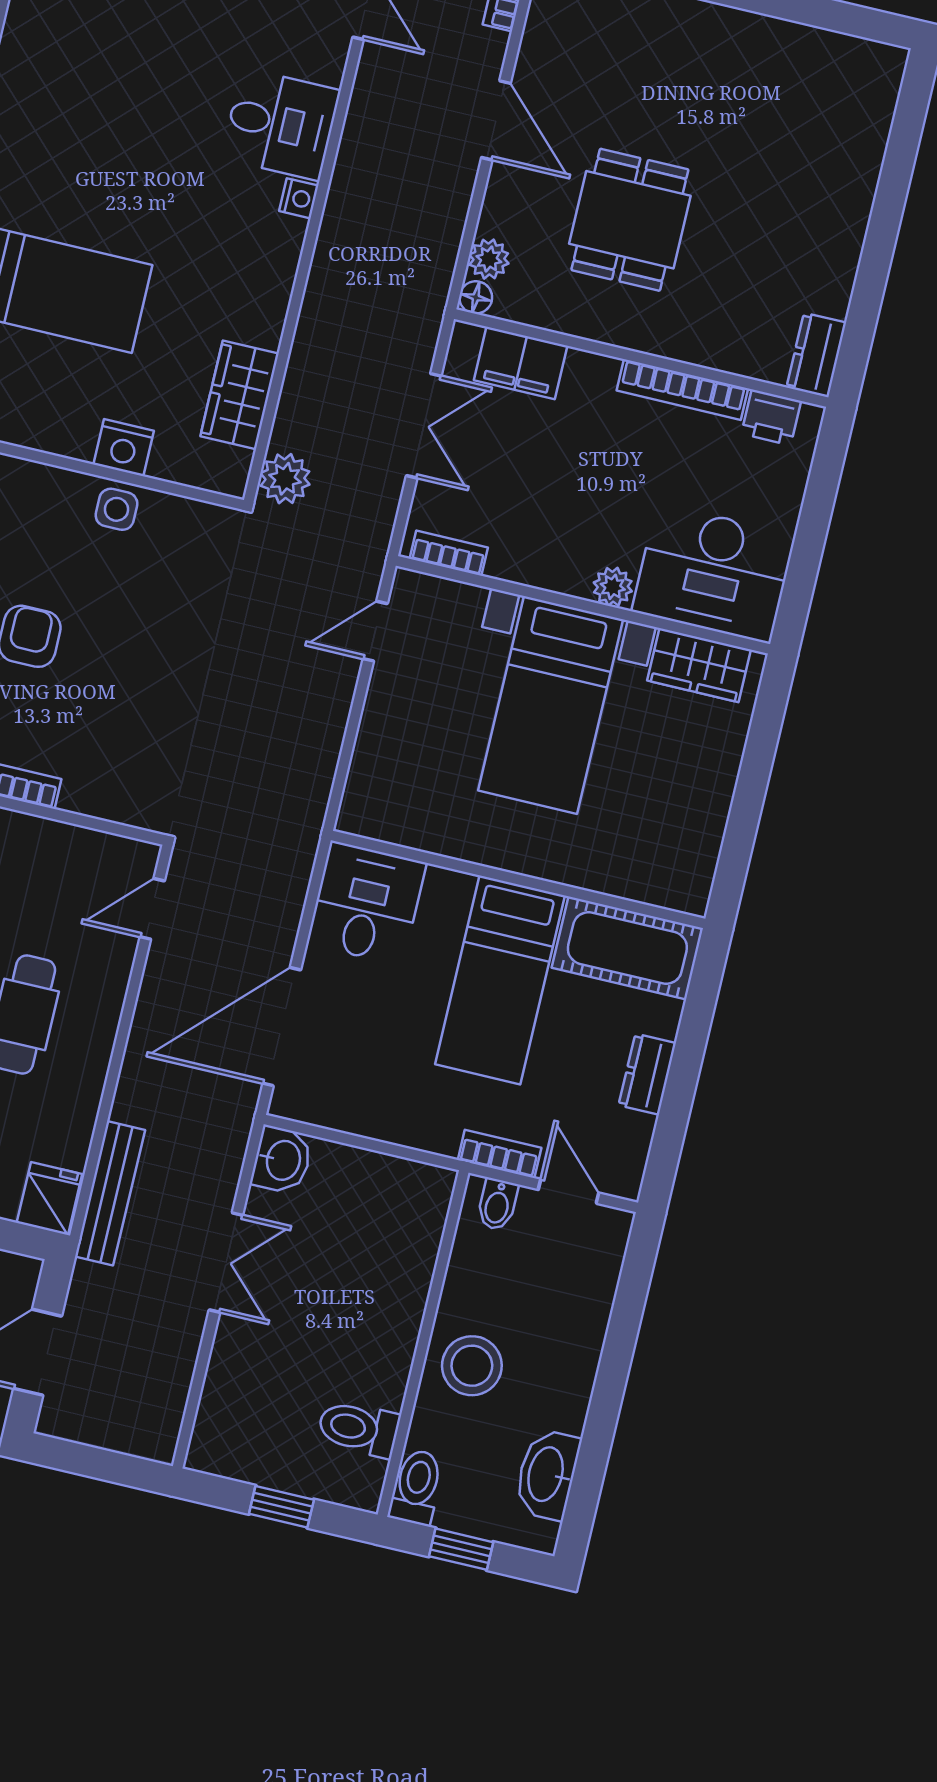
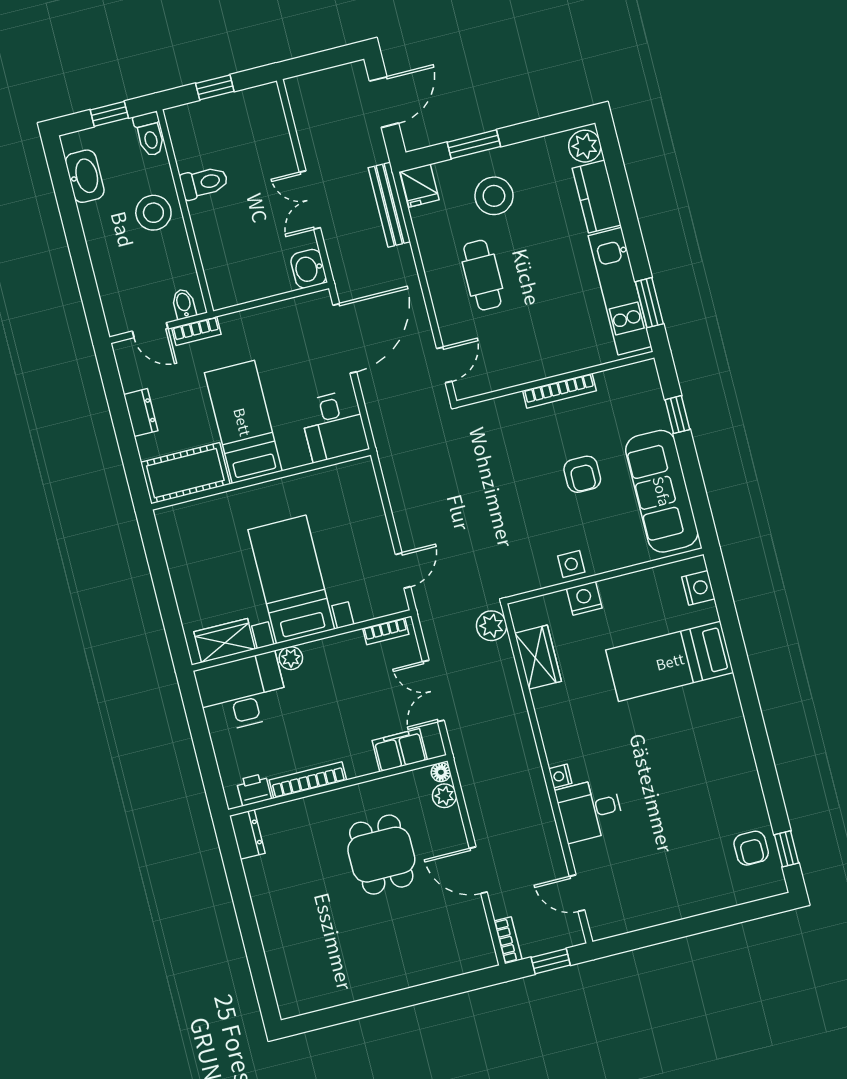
toilet: (359, 1428) -> (204, 183), moved

